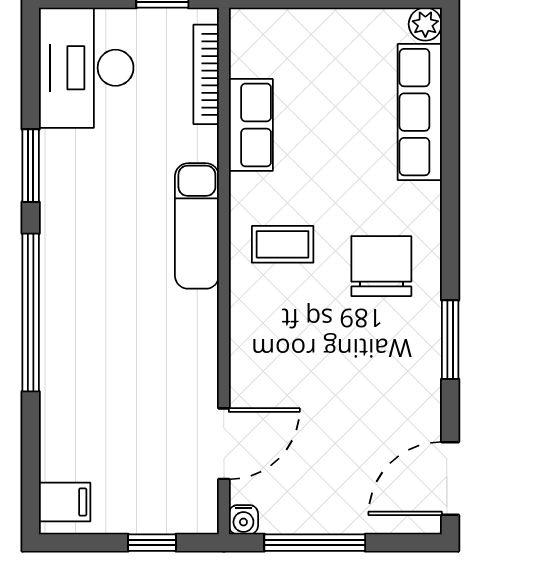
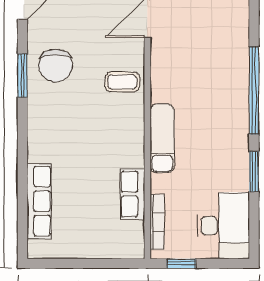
plant: (425, 24) -> (36, 250), removed
coffee table: (283, 244) -> (122, 82), moved
chair: (381, 266) -> (56, 66), moved

